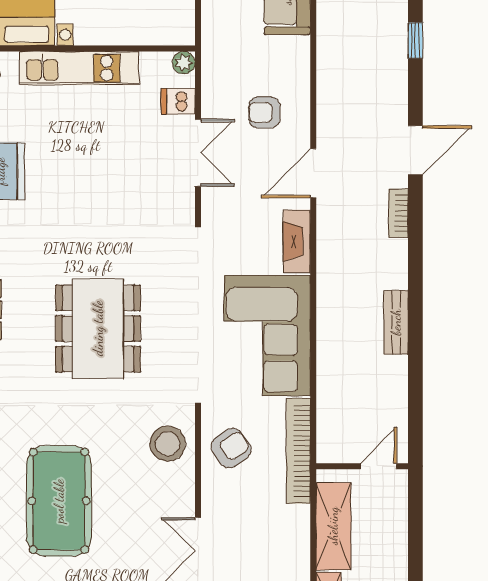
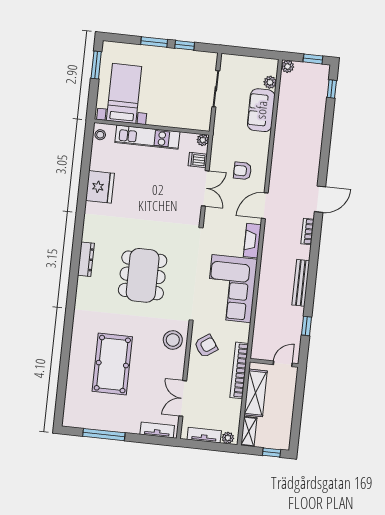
window: (415, 41) -> (306, 326), moved
bench: (396, 322) -> (301, 283), width x1.36
bookcase: (298, 451) -> (239, 370), moved

